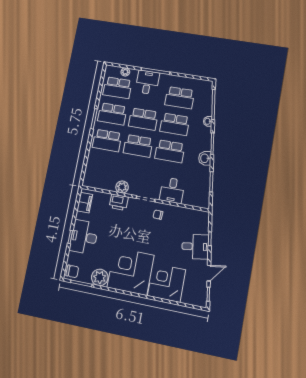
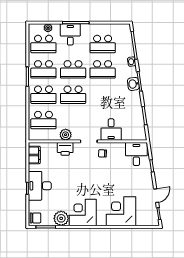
school desk: (170, 151) -> (43, 120), moved
washbasin: (205, 158) -> (133, 84), moved
desk: (195, 247) -> (136, 154), moved, turned -82
corner desk: (130, 271) -> (83, 212), width x0.74, depth x0.74

